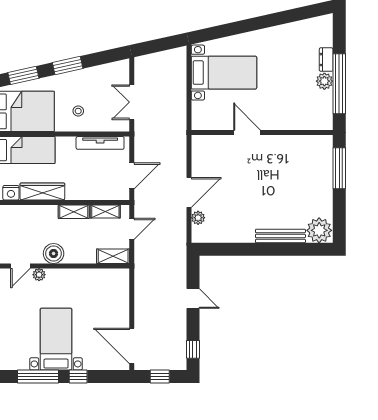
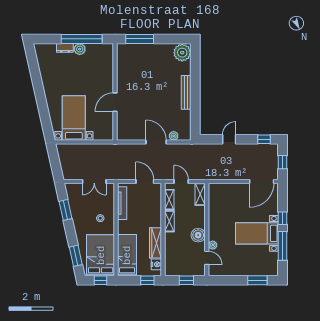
window: (68, 65) -> (66, 210), moved
bench: (280, 236) -> (186, 92), moved

